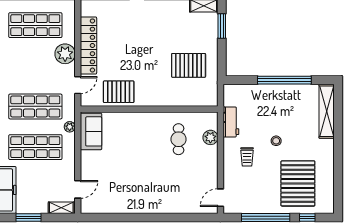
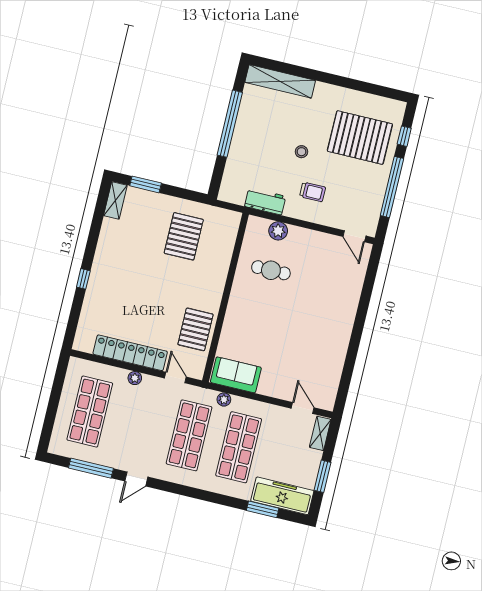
plant: (65, 54) -> (135, 378), width x0.53, depth x0.53

